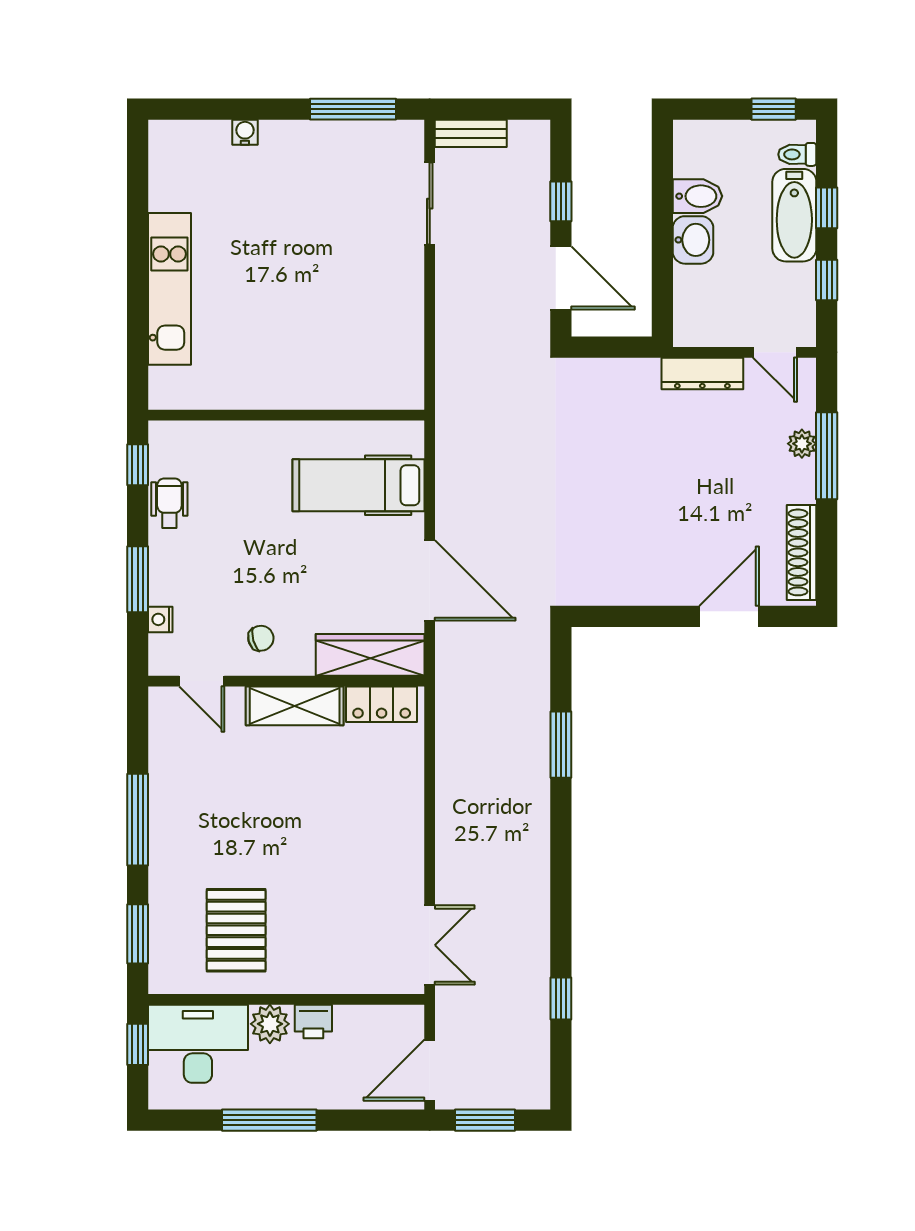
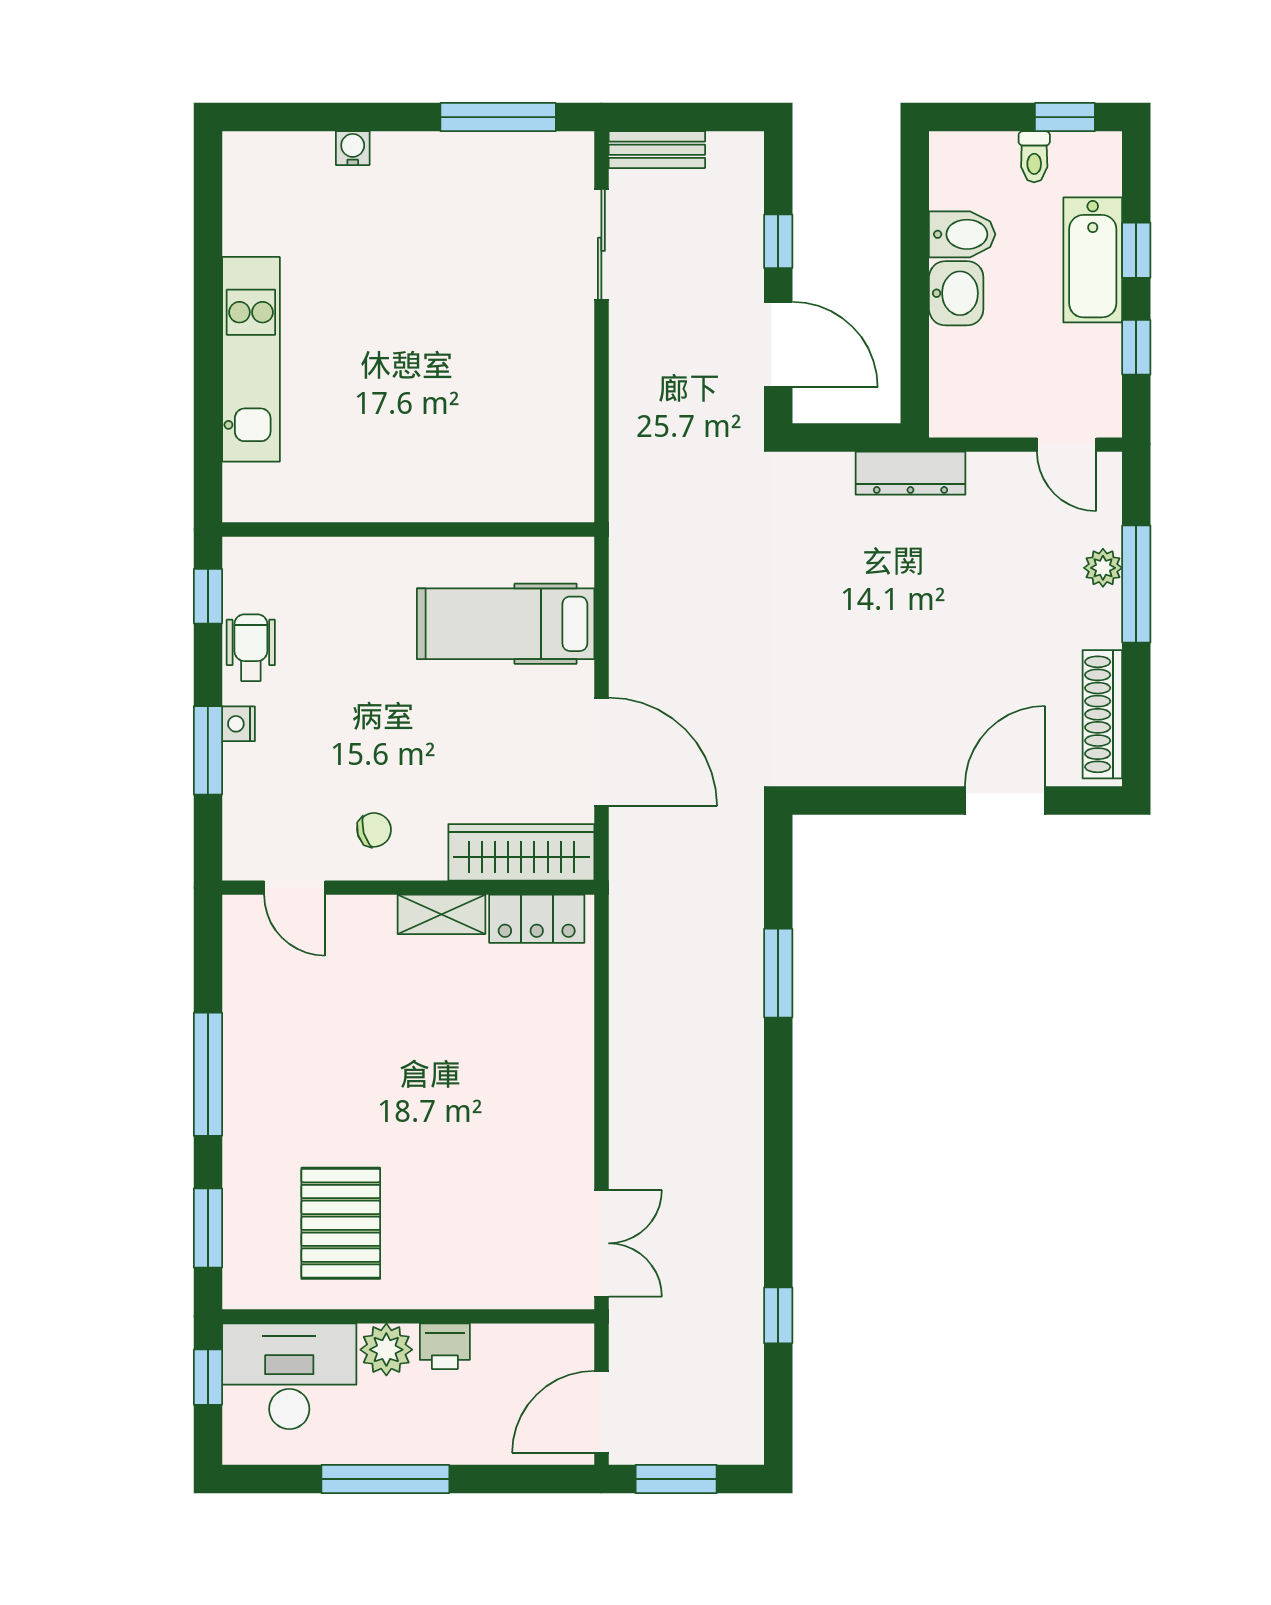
toilet: (797, 154) -> (1034, 157), moved, turned -90
dresser: (702, 373) -> (910, 473), moved
nightstand: (160, 619) -> (239, 724), moved
shelving: (295, 706) -> (441, 914), width x0.67, depth x0.75

